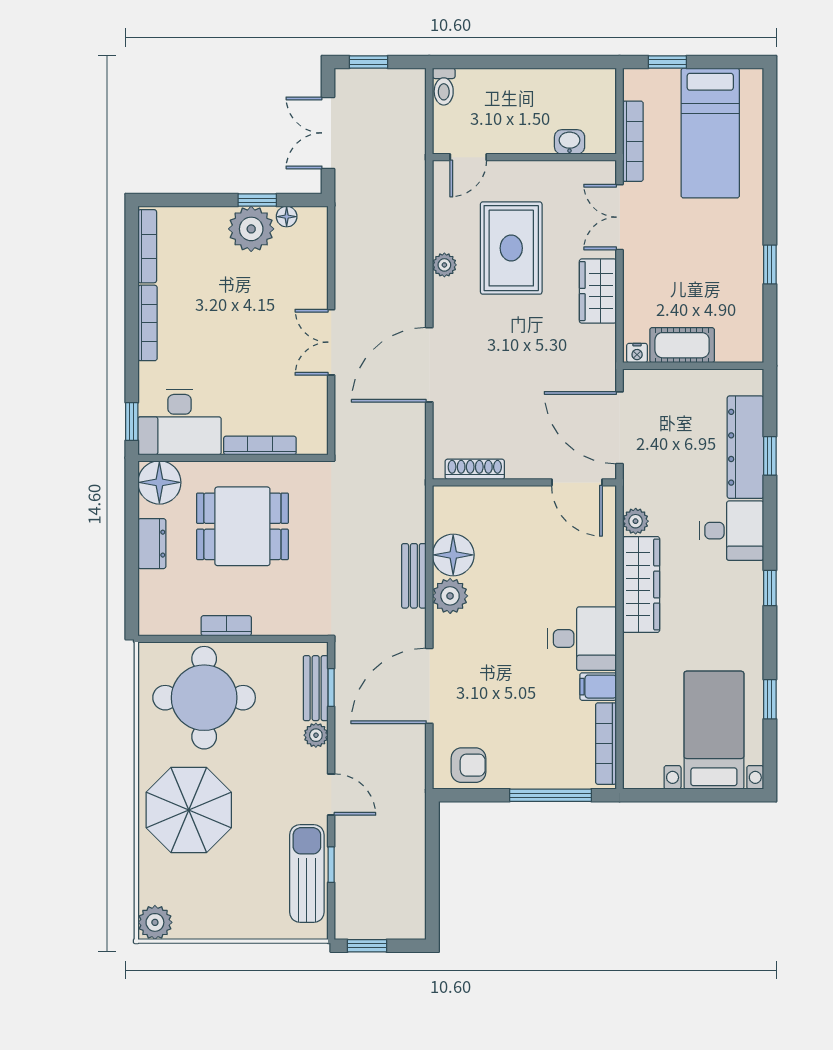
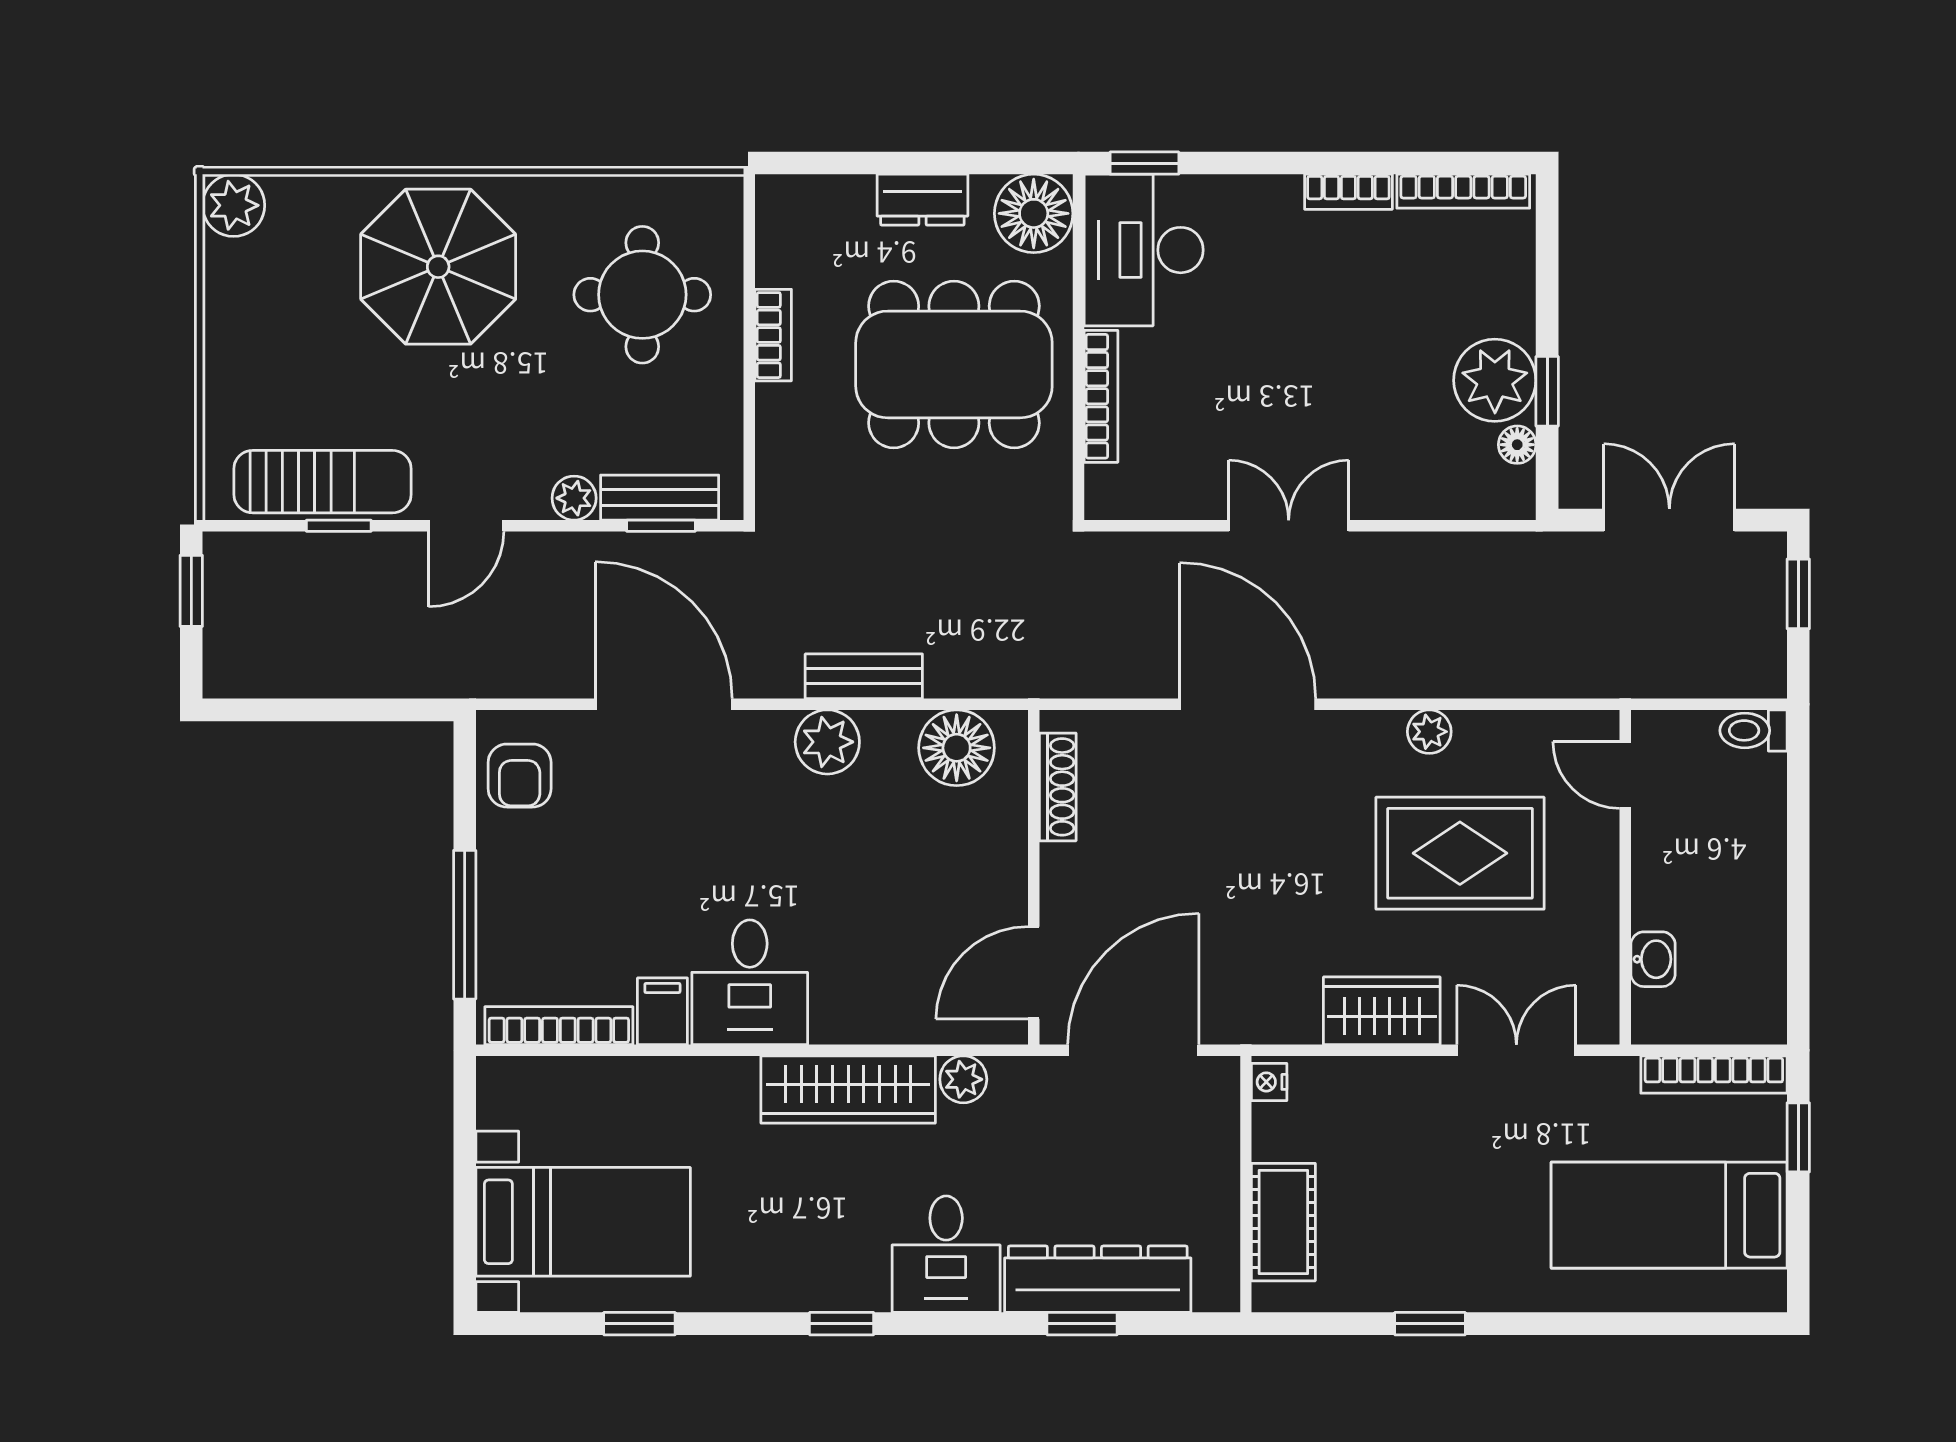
bookcase: (633, 141) -> (1714, 1075), moved
bookcase: (147, 323) -> (1348, 192), width x0.64
cot: (682, 345) -> (1283, 1222), moved
dining table: (242, 526) -> (954, 364), width x1.38
floor lamp: (453, 555) -> (957, 748), moved
round table: (204, 698) -> (642, 295), width x0.73, depth x0.73

